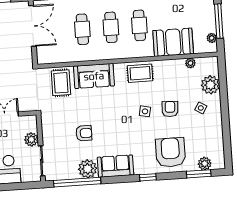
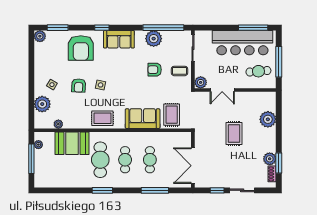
cafe table: (139, 25) -> (100, 160), width x1.37, depth x1.35
coffee table: (55, 134) -> (180, 71), added
plant: (31, 139) -> (201, 82), moved
plant: (205, 164) -> (40, 36), moved
sofa: (115, 166) -> (119, 39), moved

